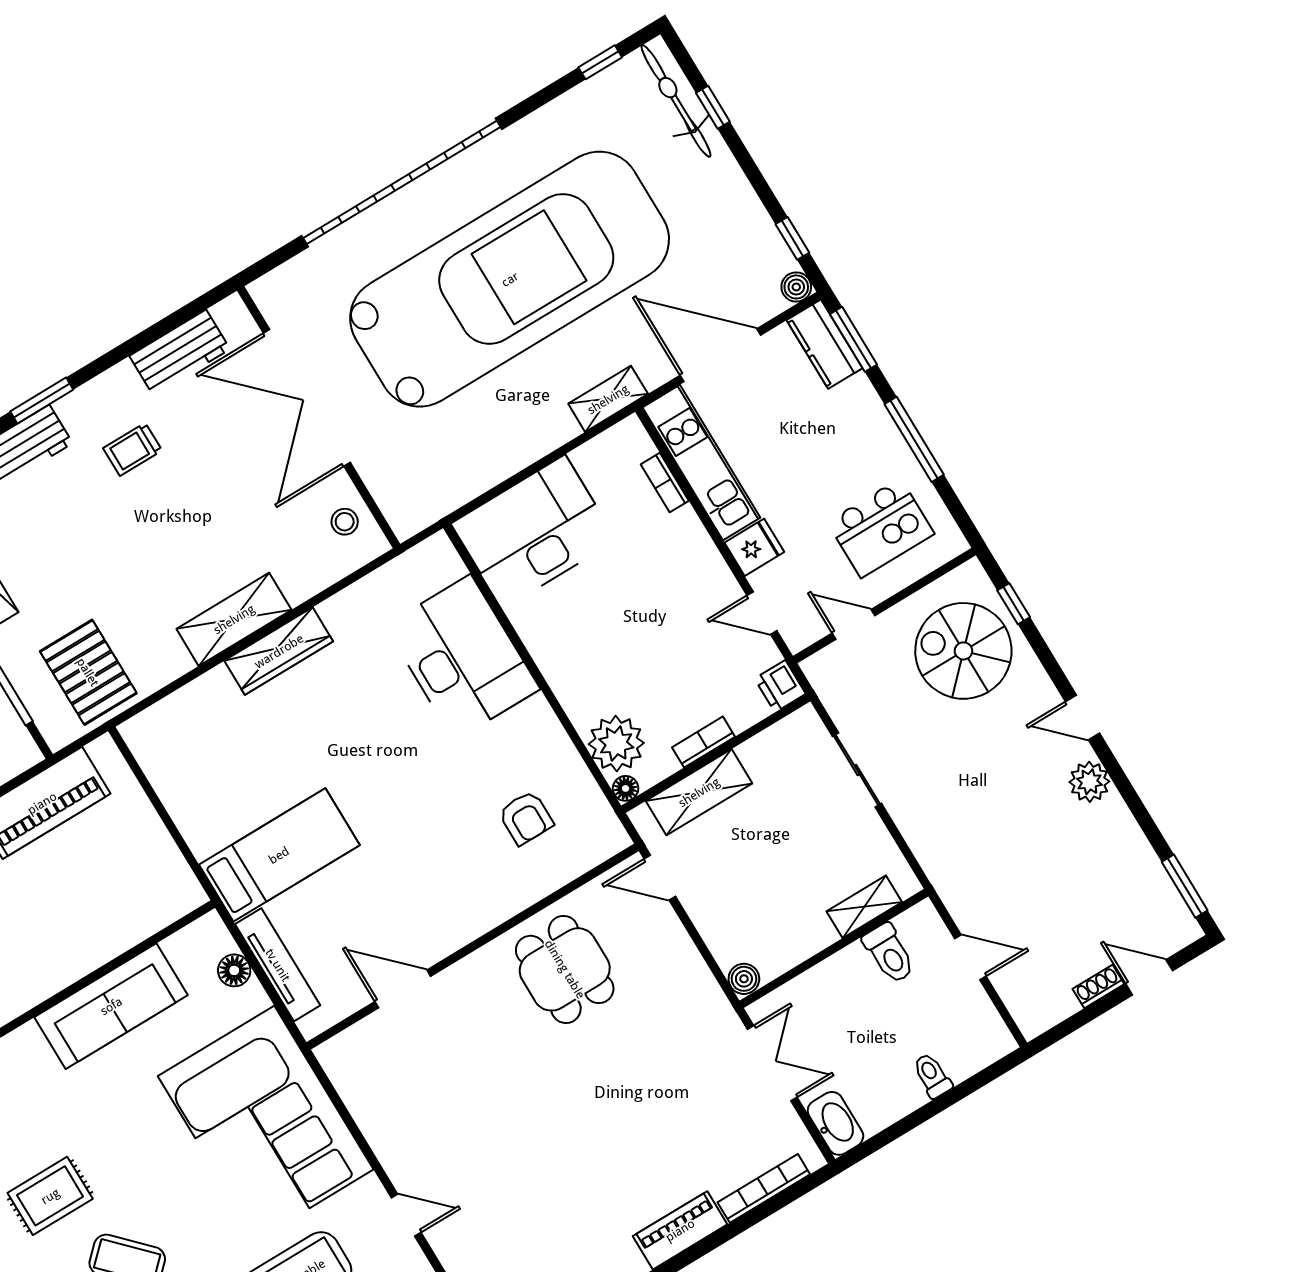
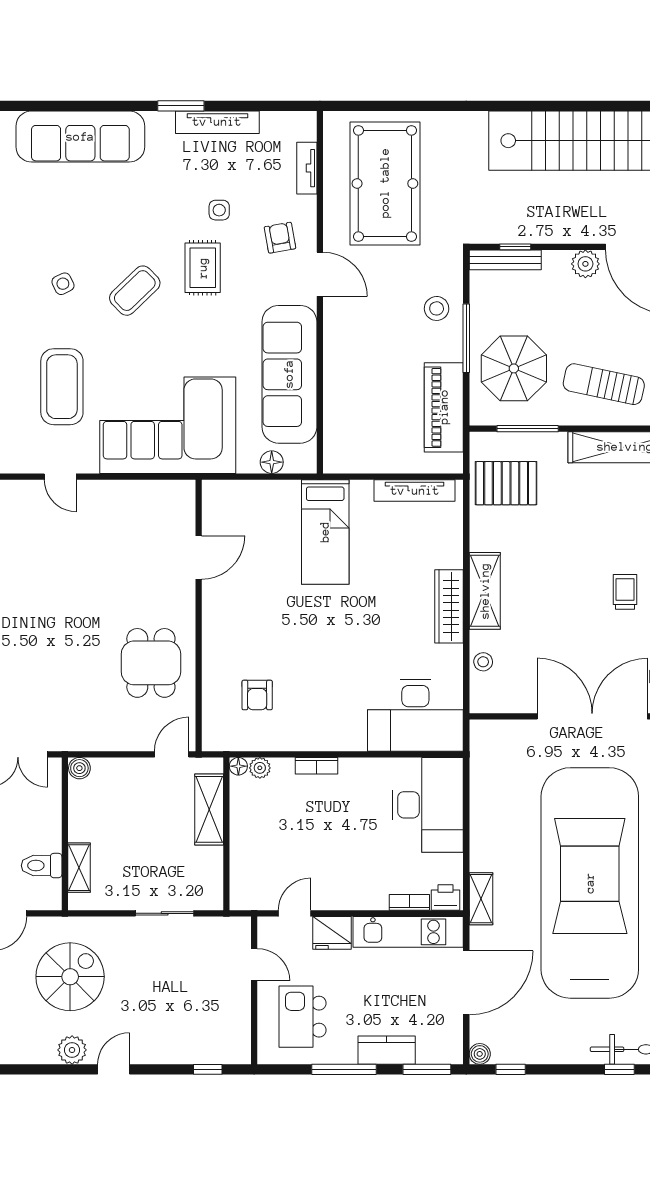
car: (510, 279) -> (590, 883), turned 180
kitchen counter: (825, 344) -> (387, 1050), moved
stool: (345, 522) -> (483, 662), moved
fridge: (754, 547) -> (332, 933), width x1.38
door: (853, 624) -> (254, 965), hinge flipped
spiral stairs: (963, 651) -> (70, 977), moved
desk: (462, 658) -> (415, 715), moved
printer: (780, 686) -> (445, 897), moved
bookcase: (703, 742) -> (316, 766), moved, turned 90
plant: (616, 743) -> (260, 768), width x0.53, depth x0.53
armchair: (526, 818) -> (257, 695), turned -90
tv unit: (278, 965) -> (415, 491), moved
dining table: (565, 969) -> (151, 663), turned 90
sofa: (111, 1006) -> (289, 374), width x1.36, depth x1.27
door: (406, 1215) -> (60, 477), hinge flipped

